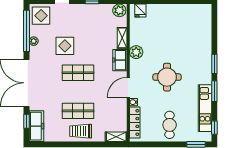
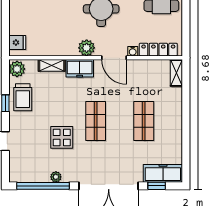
display table: (41, 16) -> (24, 168), removed
plant: (136, 52) -> (87, 48), moved
trolley: (81, 131) -> (23, 97), moved

